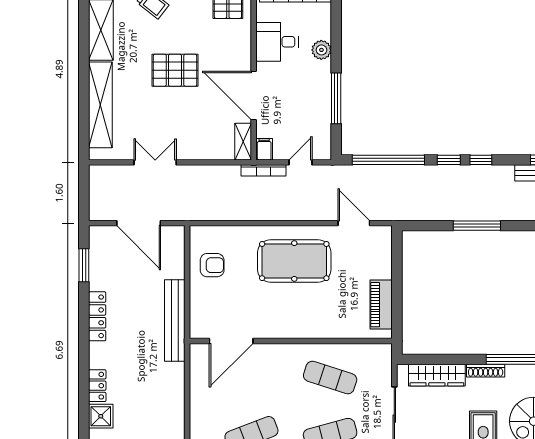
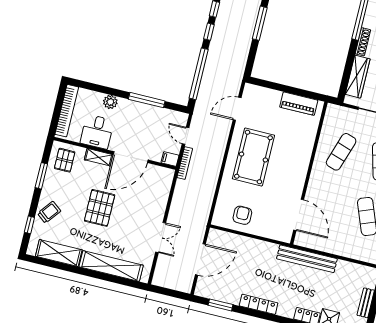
shelving: (243, 142) -> (99, 157), moved
double door: (155, 162) -> (161, 238), swing flipped
bench: (175, 320) -> (307, 259), moved

